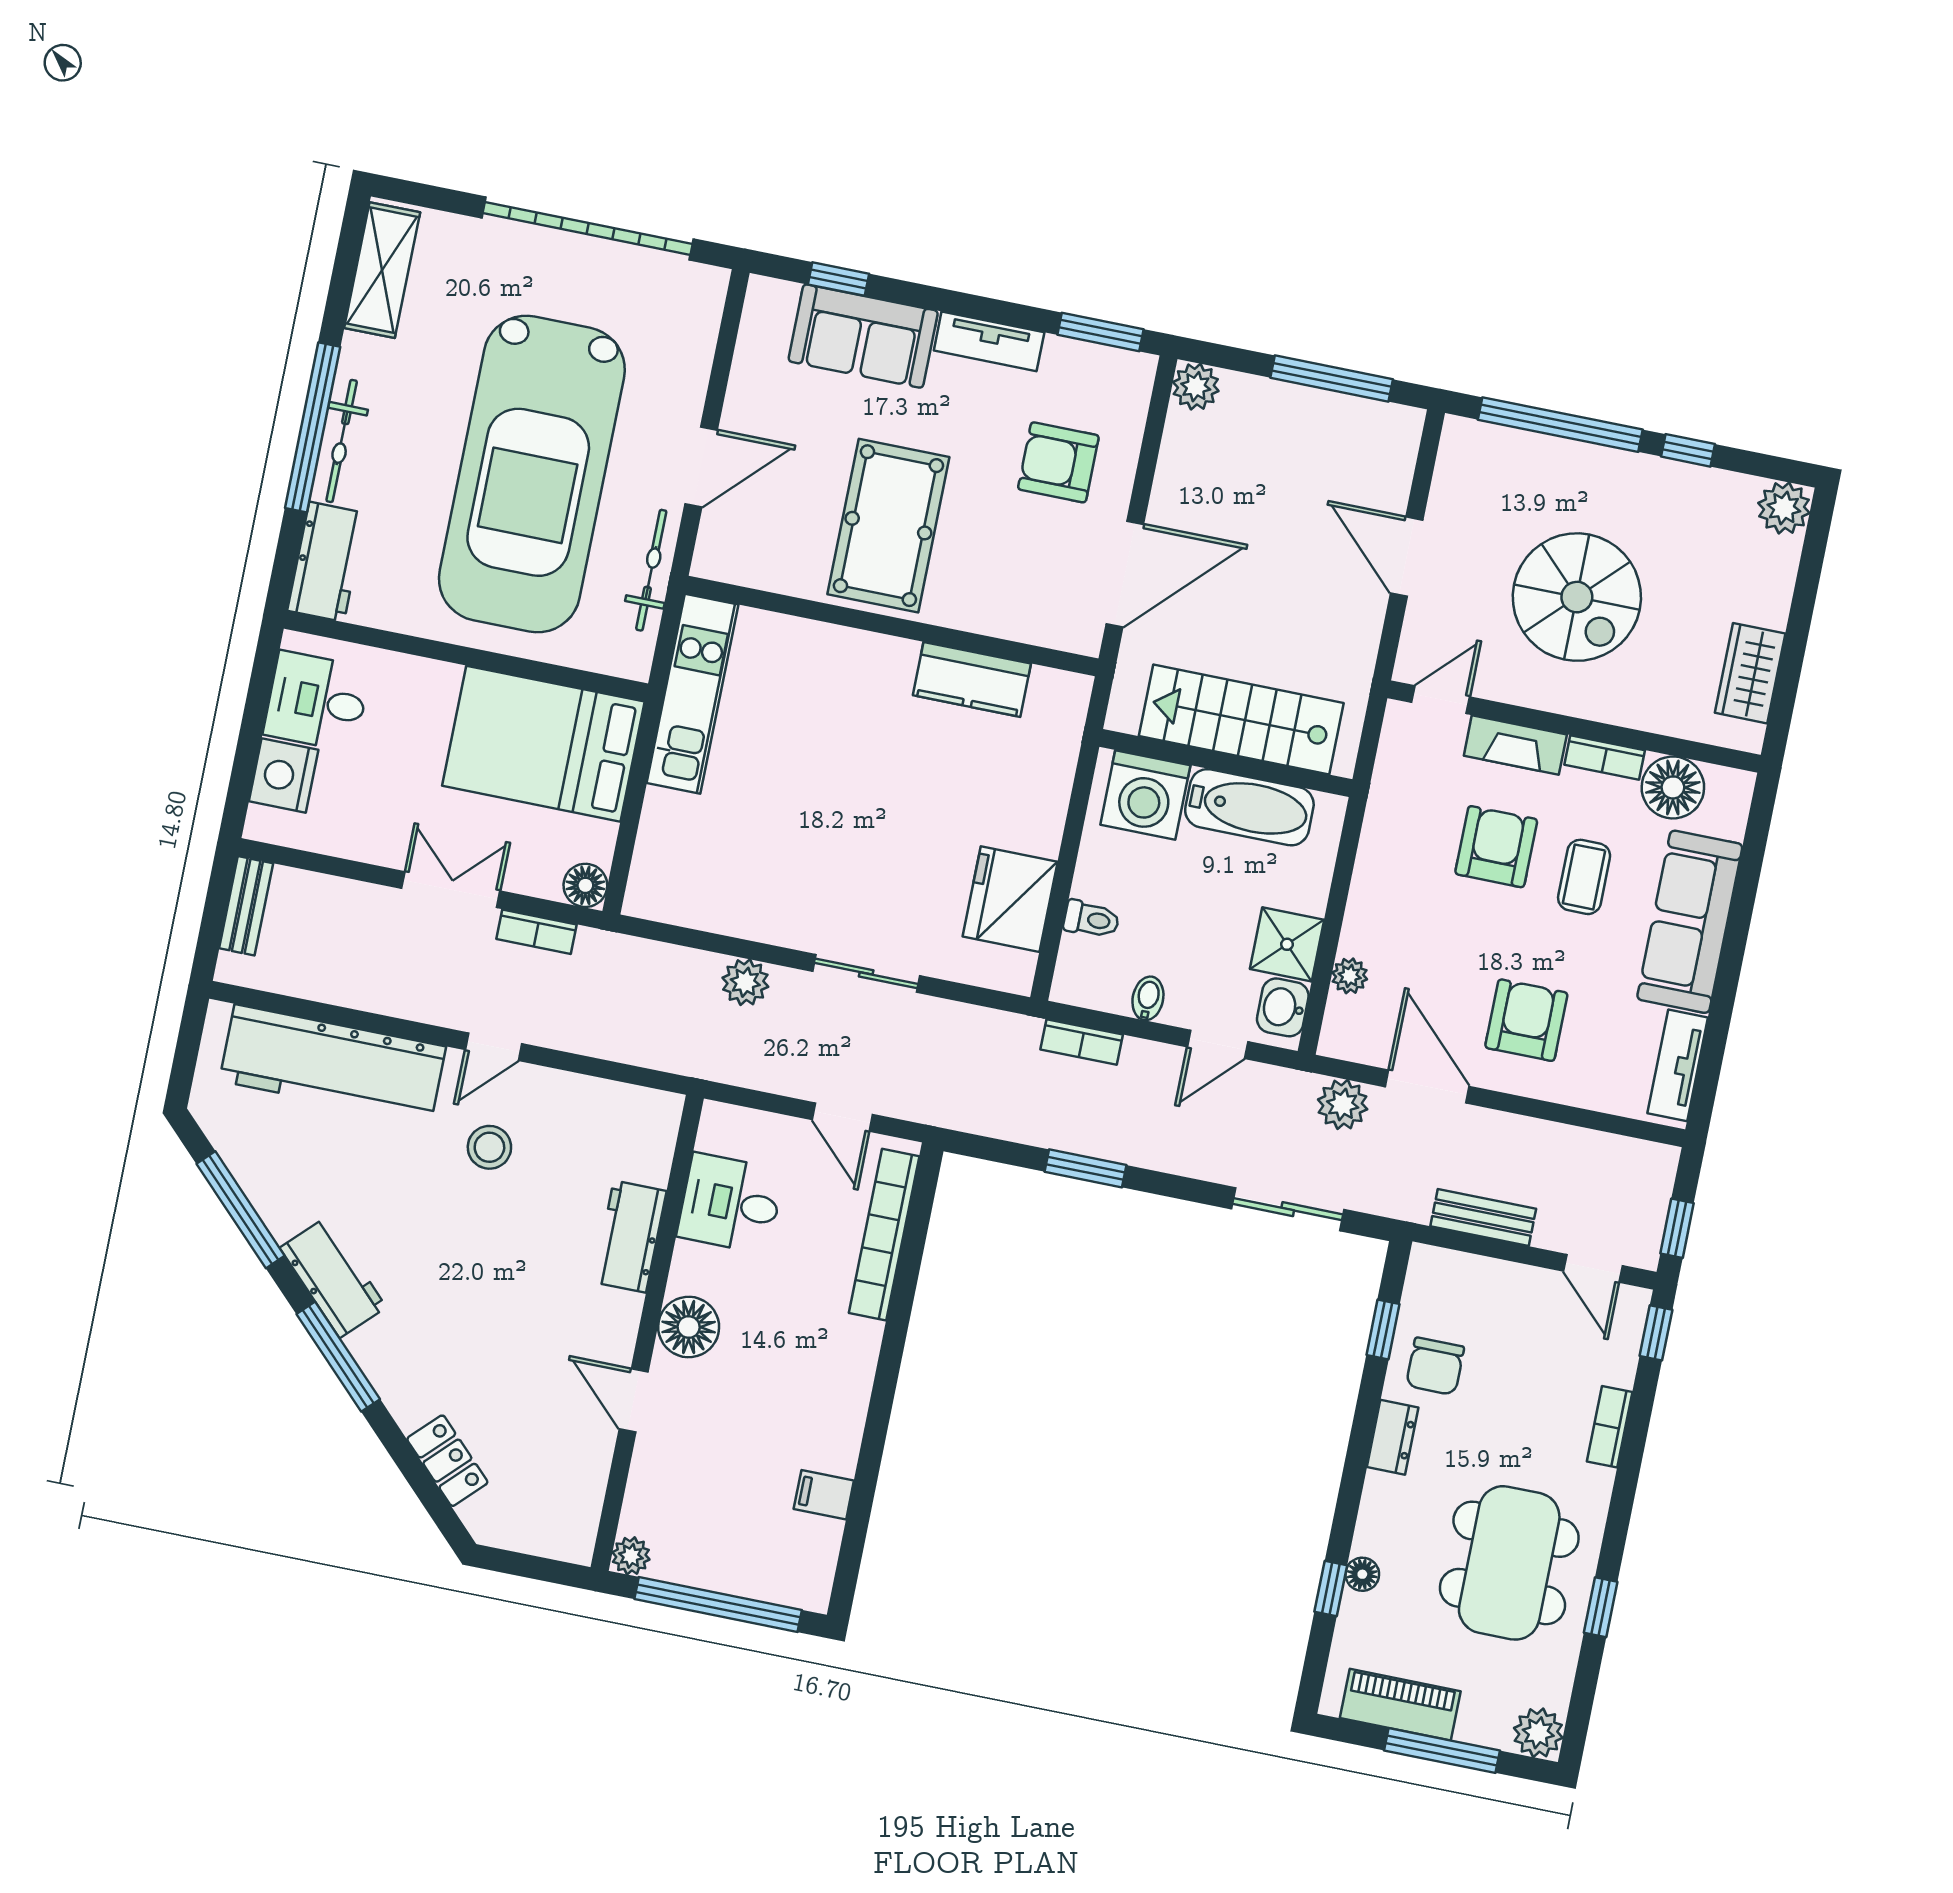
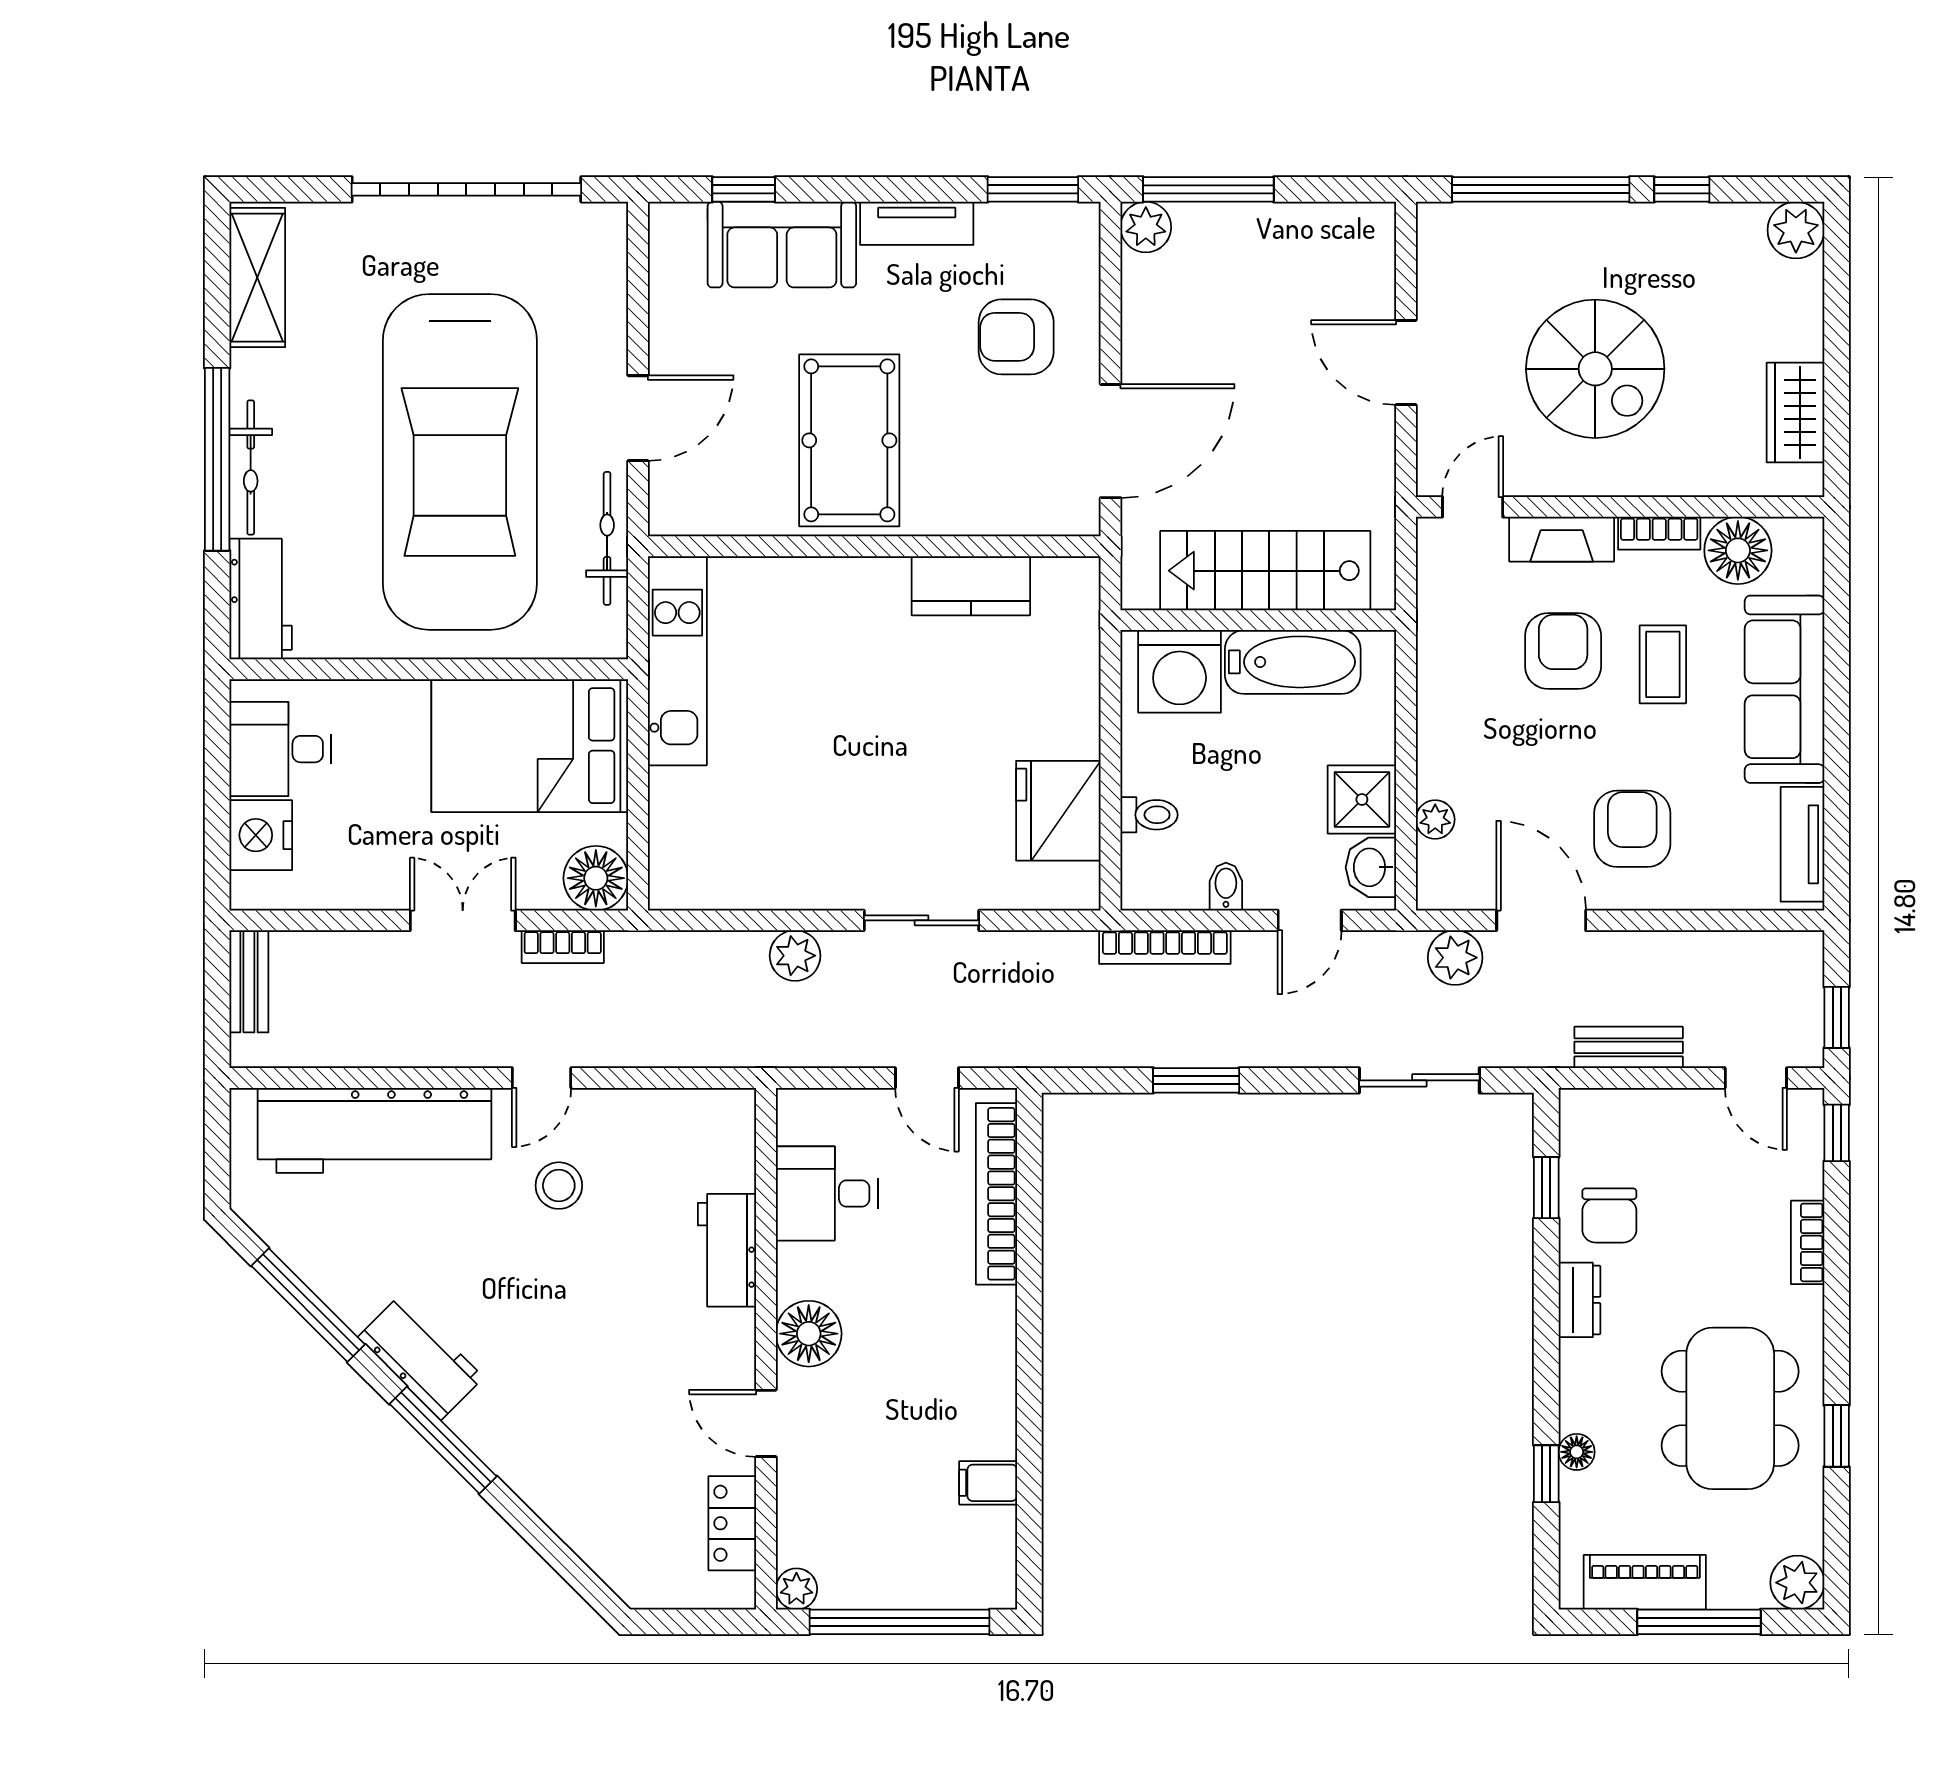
window: (1332, 379) -> (1208, 189), moved
floor lamp: (585, 885) -> (596, 878), width x1.38, depth x1.38
bookcase: (1082, 1042) -> (1165, 947), width x1.56
locker: (447, 1461) -> (732, 1523), moved, turned -135

